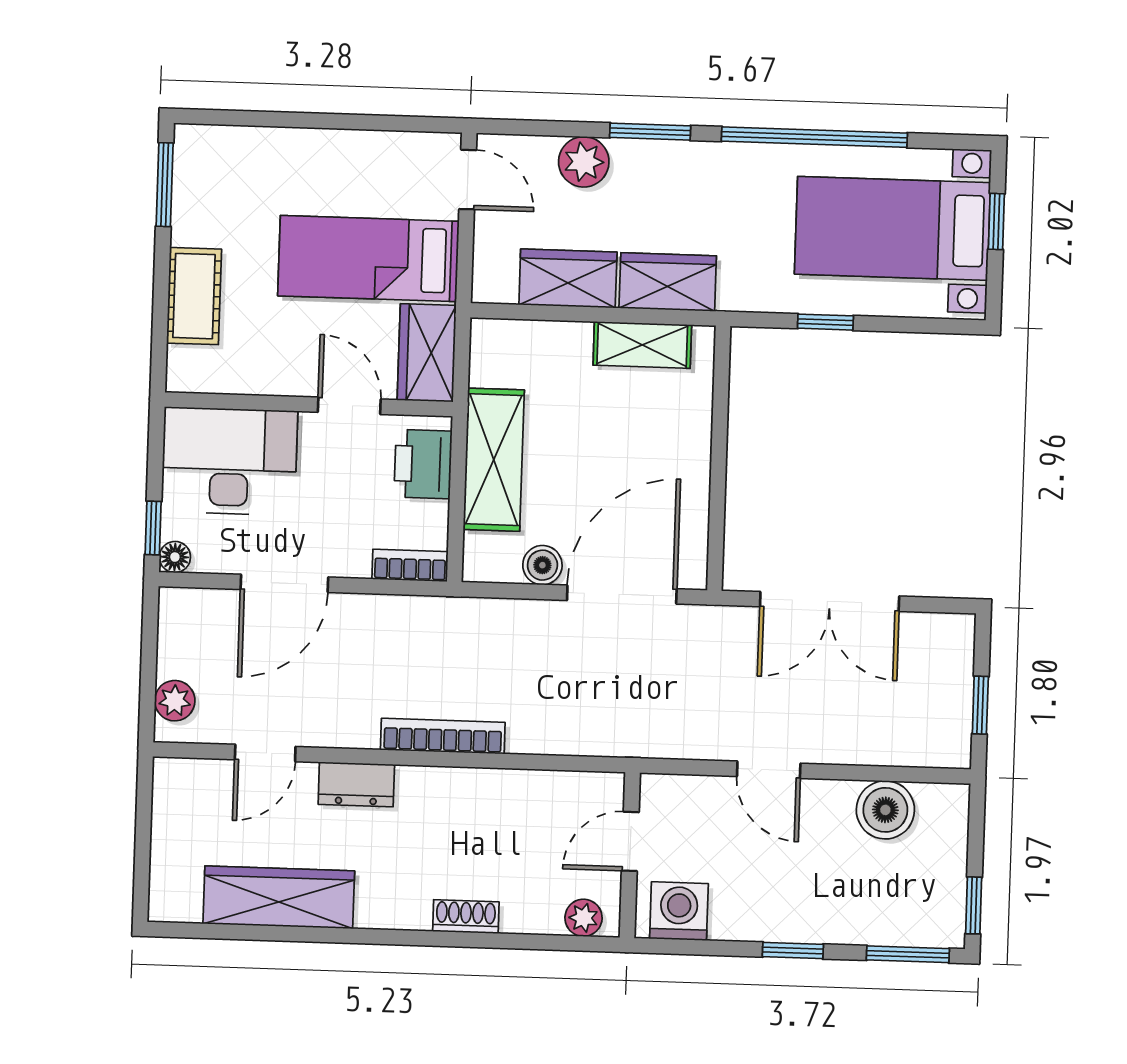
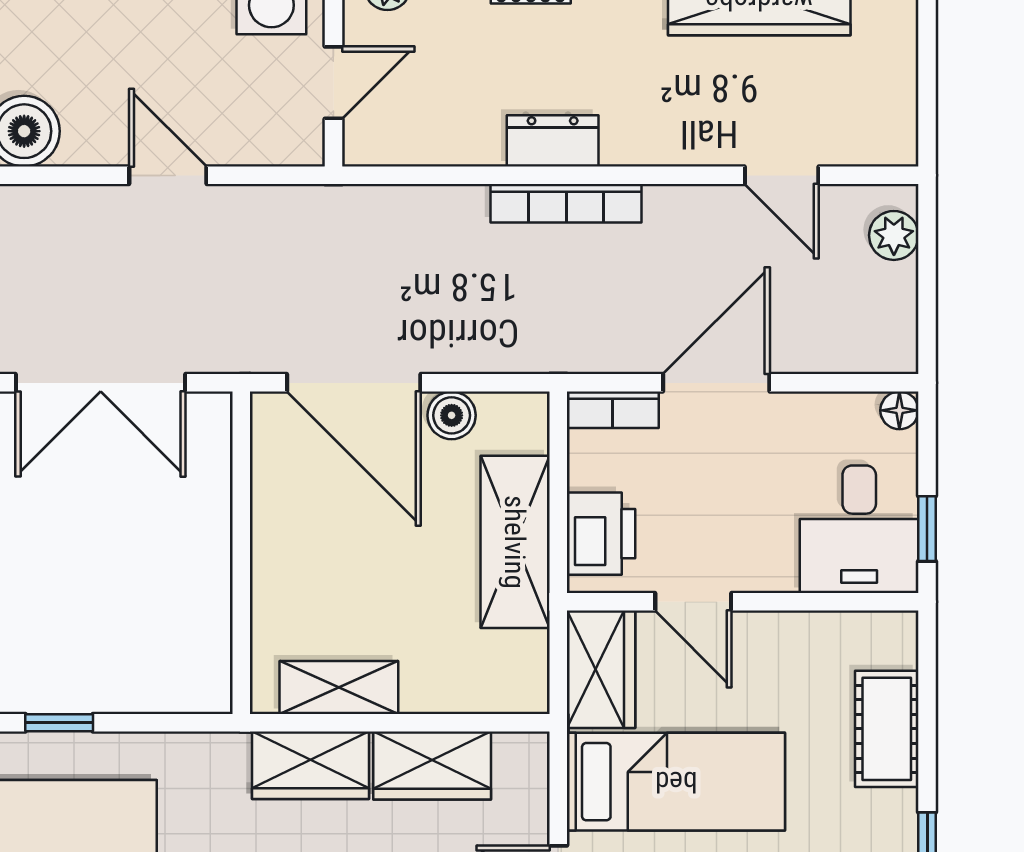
window: (825, 322) -> (59, 723), moved
desk: (229, 461) -> (859, 529), width x0.73
window: (153, 528) -> (927, 529), moved
door: (284, 583) -> (716, 383), moved
door: (622, 595) -> (354, 383), hinge flipped
double door: (830, 601) -> (101, 383), swing flipped
door: (265, 753) -> (782, 175), swing flipped
dresser: (356, 784) -> (553, 141), moved

